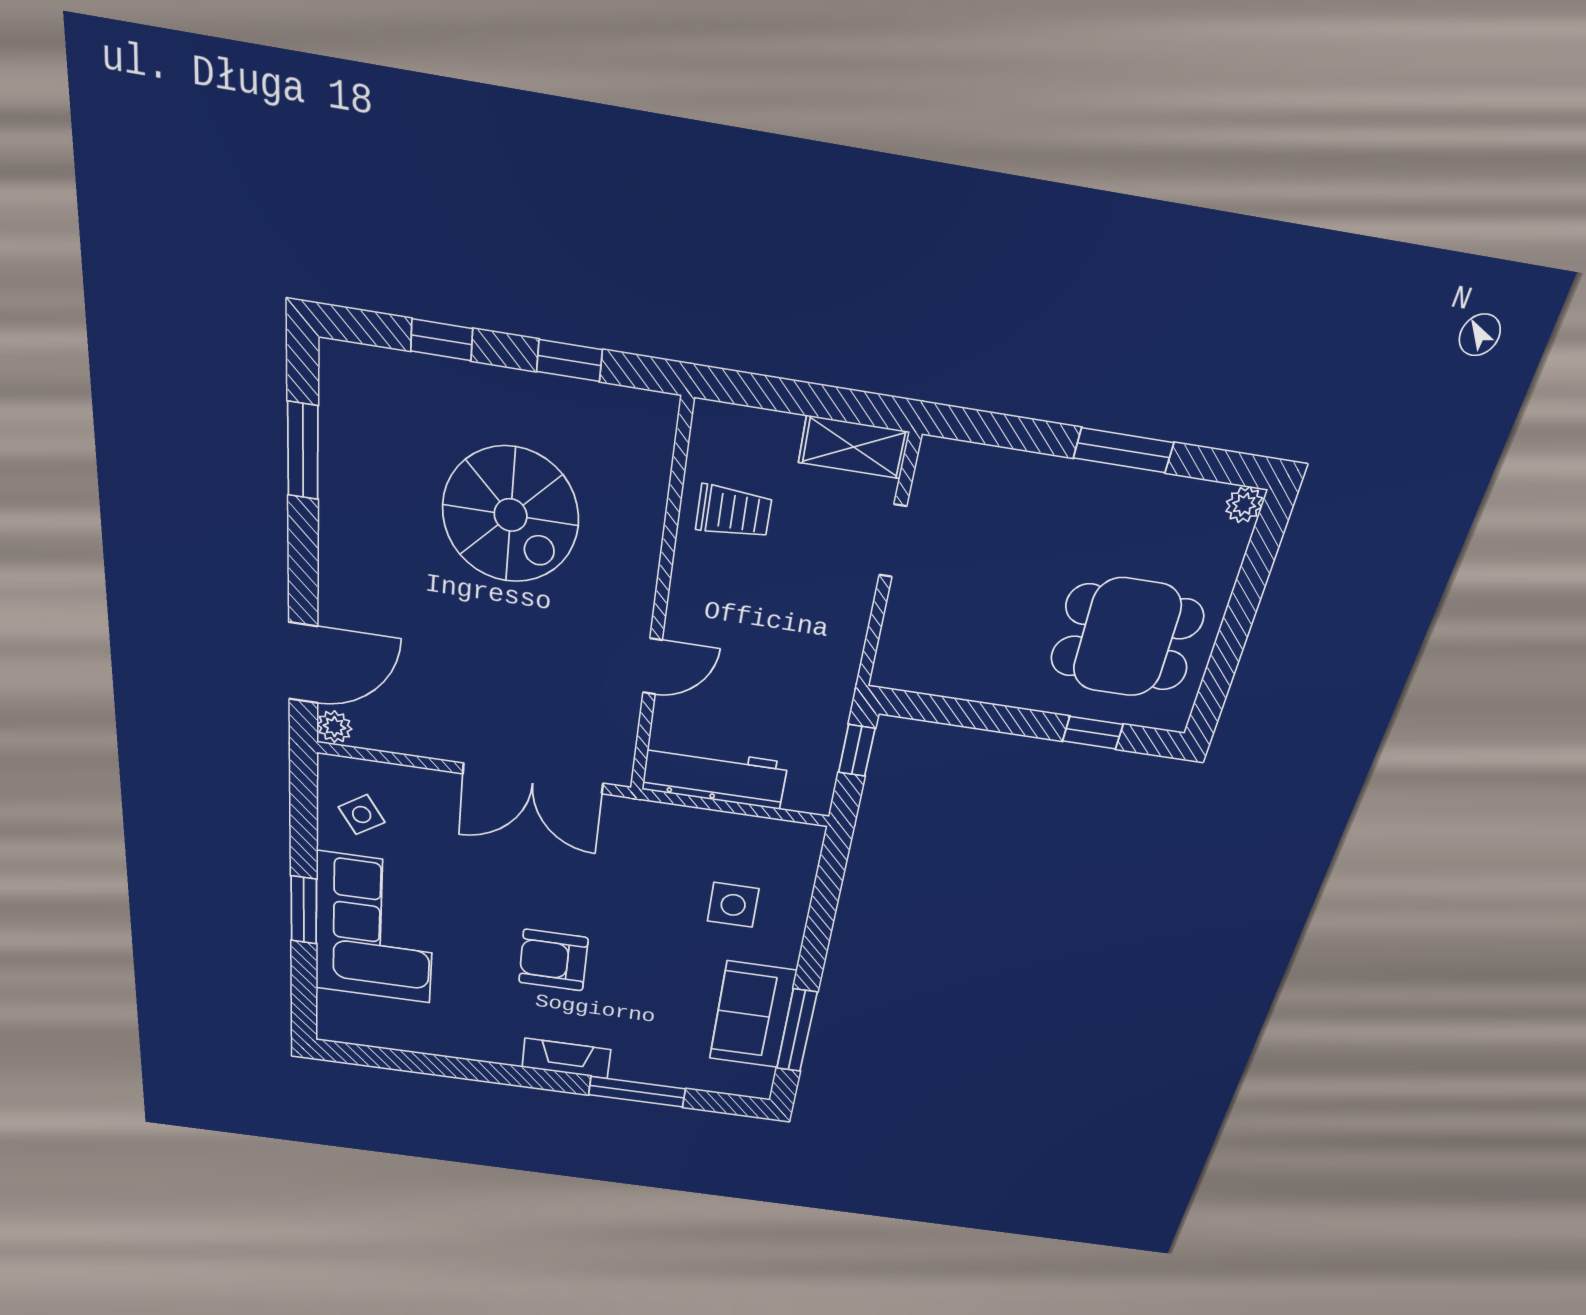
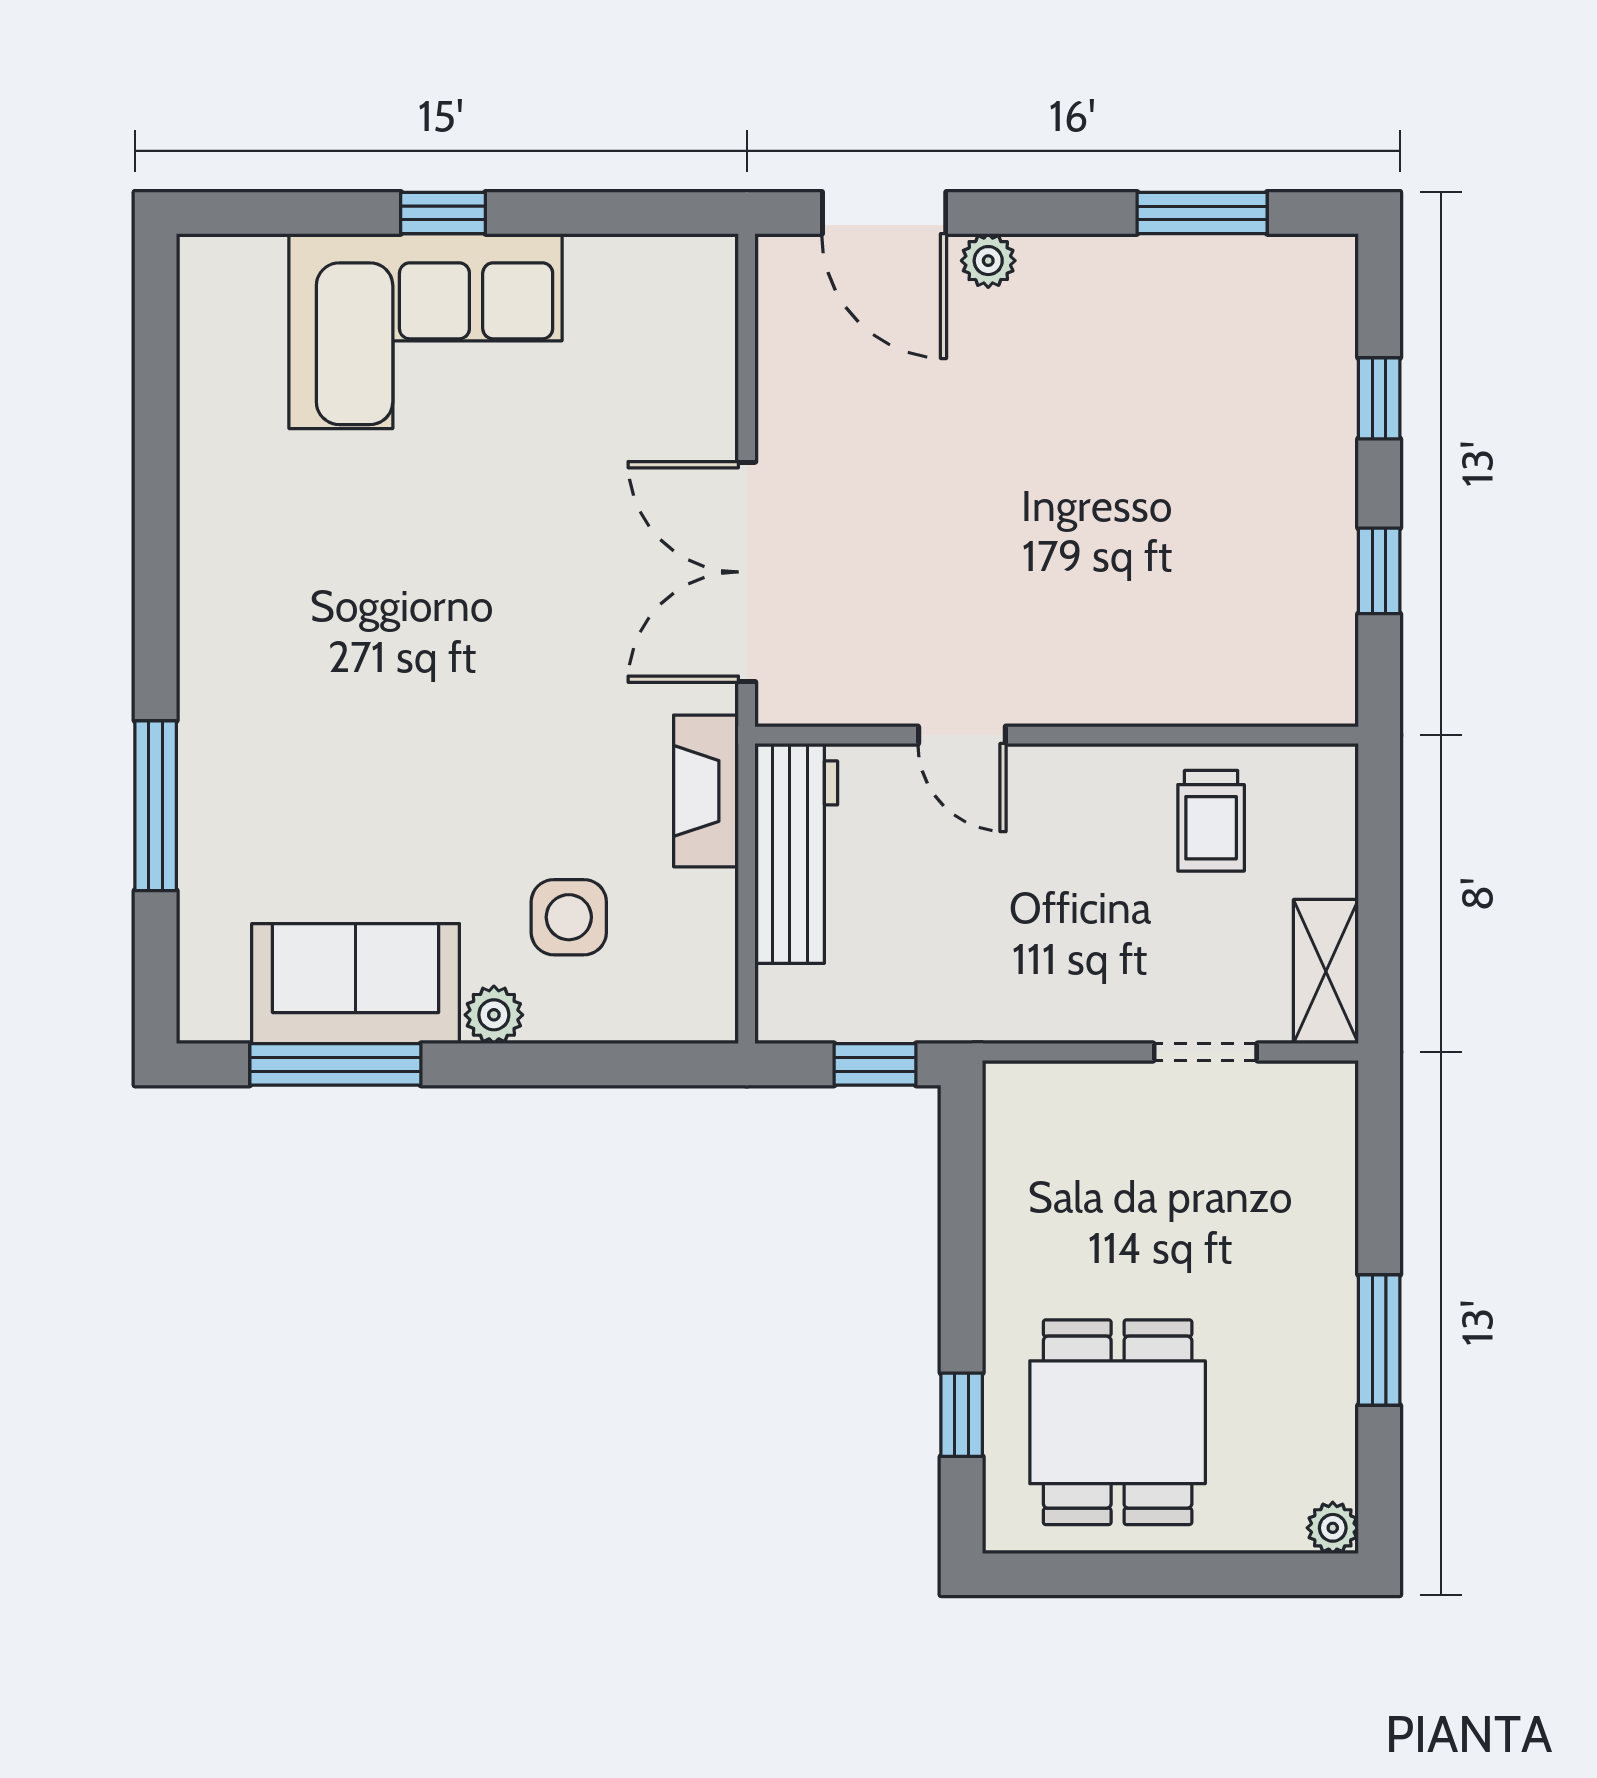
spiral stairs: (511, 515) -> (1157, 507), removed
plant: (334, 727) -> (988, 261), moved
side table: (362, 815) -> (639, 305), removed
window: (304, 910) -> (443, 213), width x0.67
plant: (784, 951) -> (494, 1015), added
armchair: (553, 960) -> (412, 633), removed
fireplace: (566, 1058) -> (706, 791), moved, turned 180

